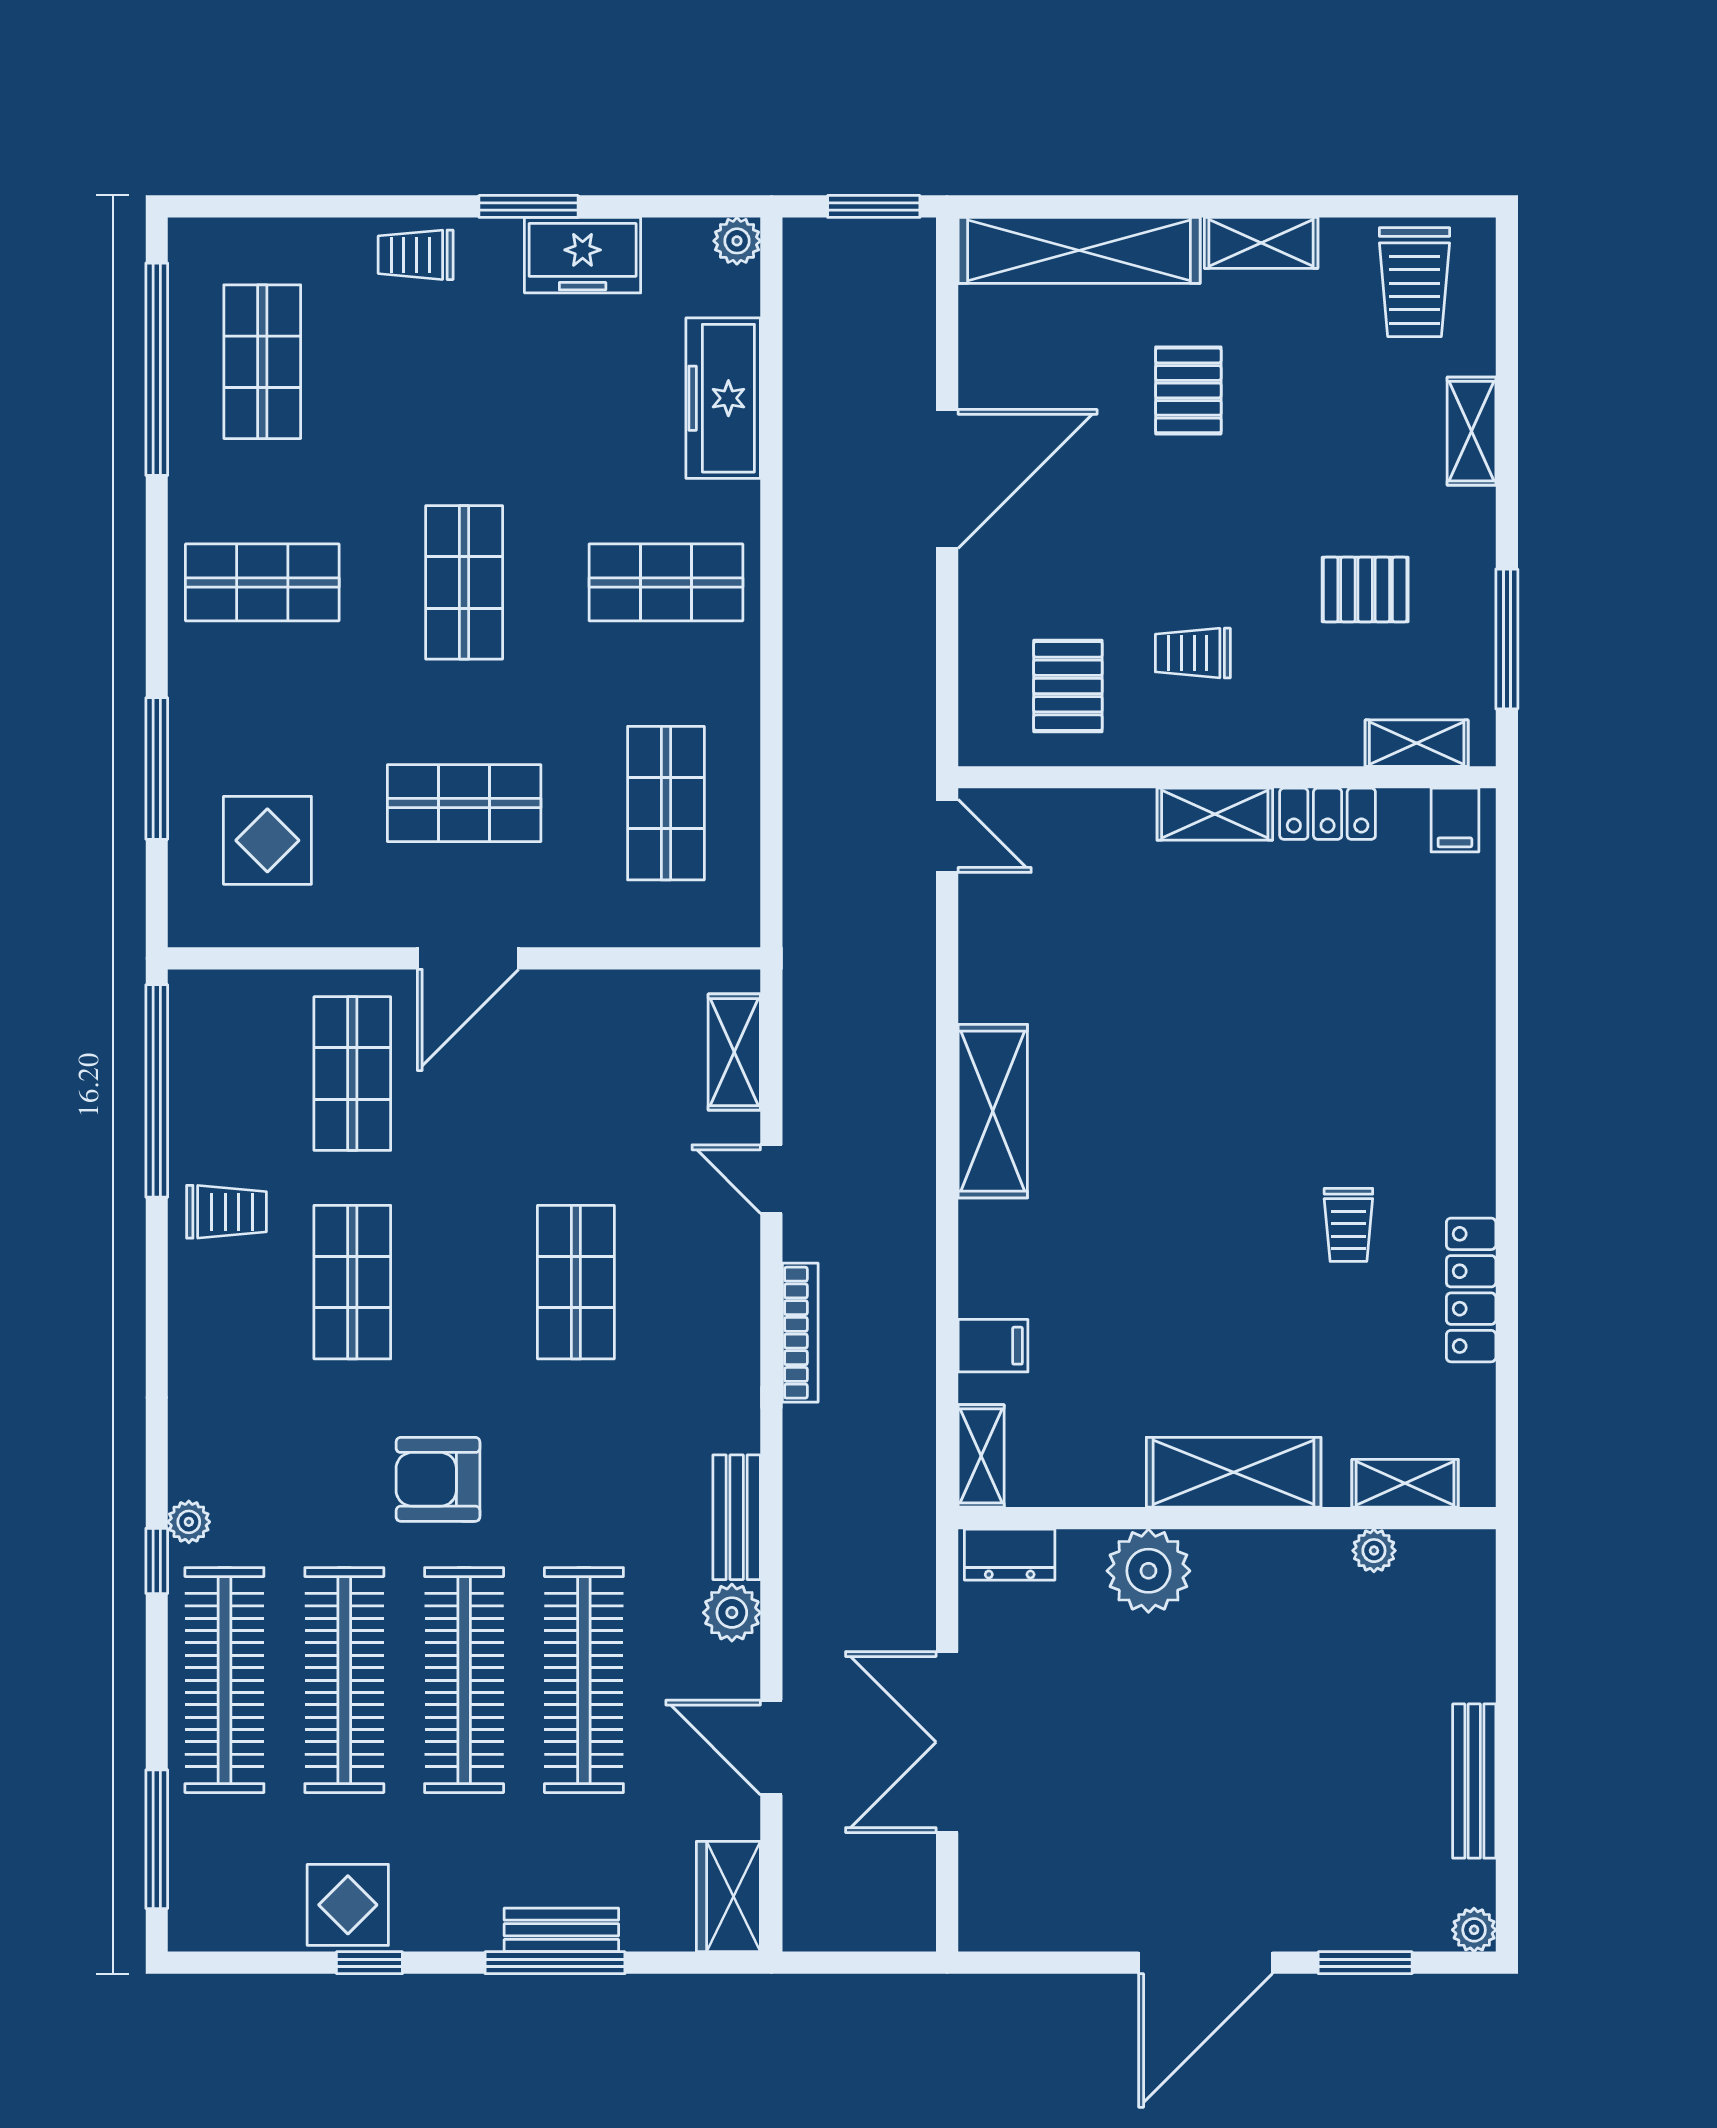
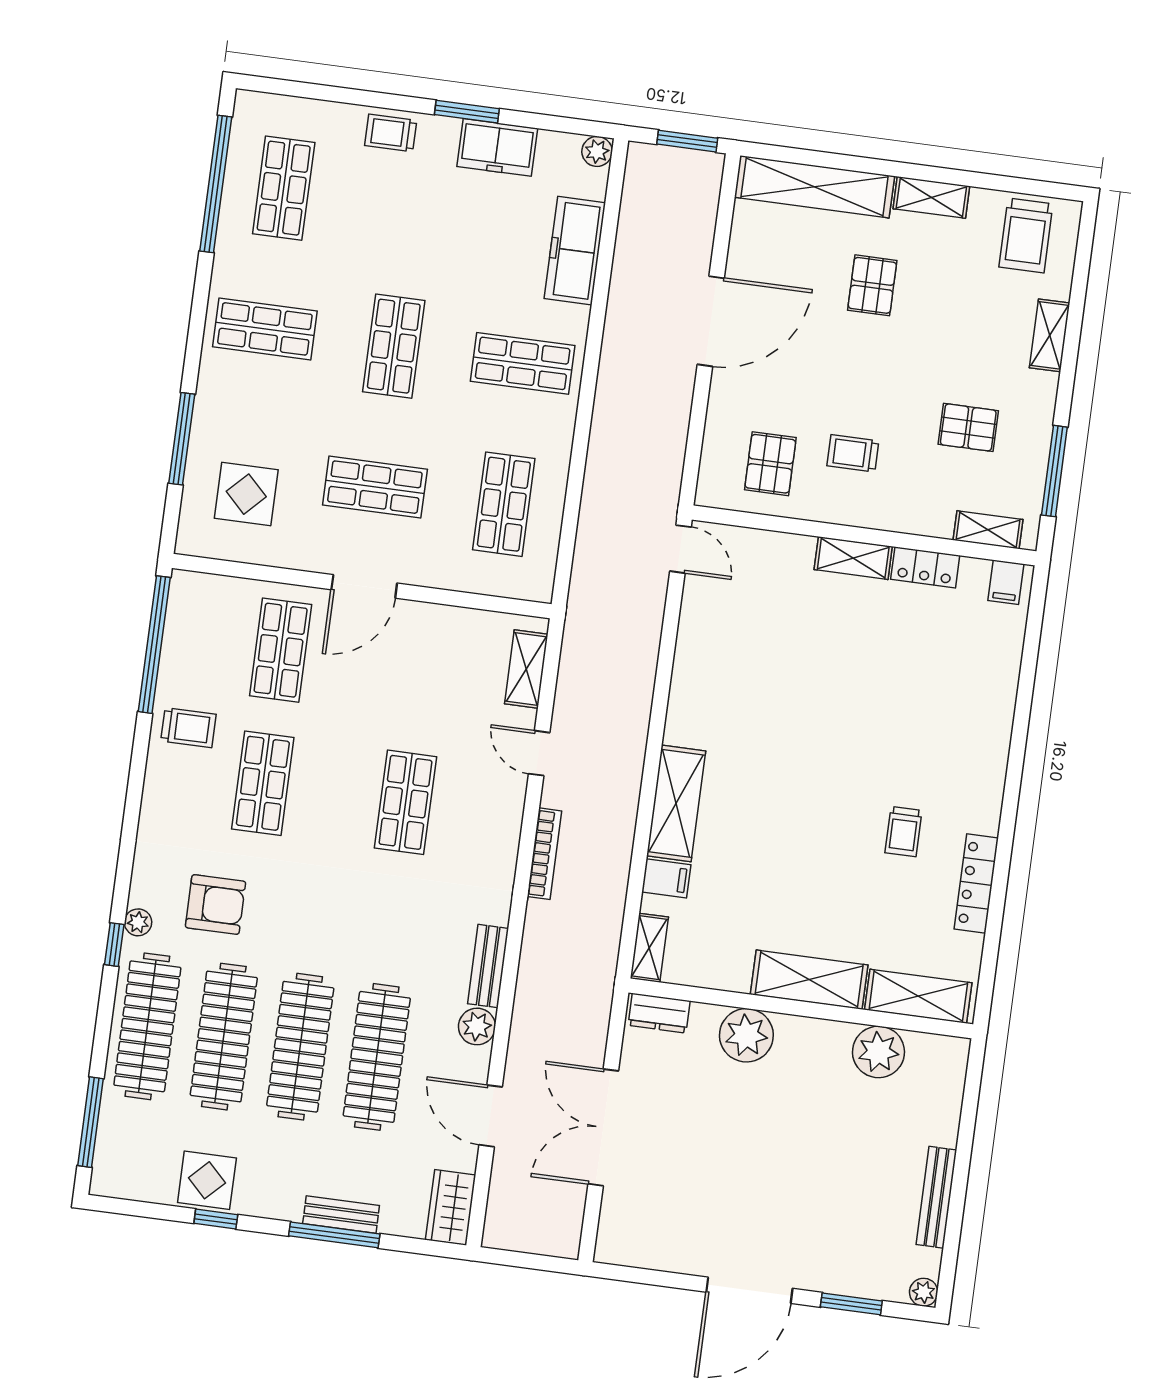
shelving: (993, 1111) -> (676, 803), moved
armchair: (438, 1479) -> (216, 904), moved, turned 180
shelving: (1405, 1483) -> (918, 996), width x1.50, depth x1.33
plant: (1374, 1551) -> (878, 1052), width x1.87, depth x1.87

